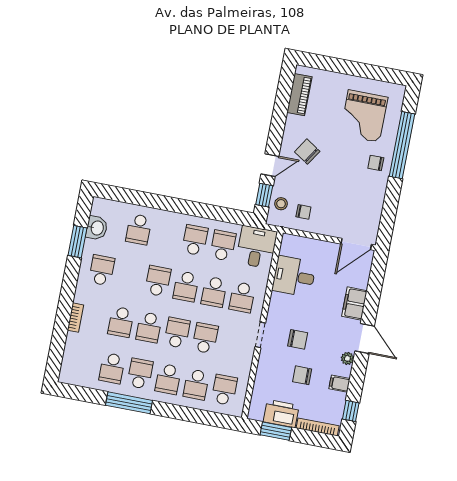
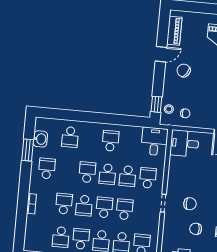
door: (270, 165) -> (161, 54), moved
school desk: (223, 246) -> (131, 143), removed
desk: (294, 276) -> (185, 143), moved
school desk: (242, 297) -> (148, 178), turned 180
school desk: (121, 322) -> (64, 204), turned 180

